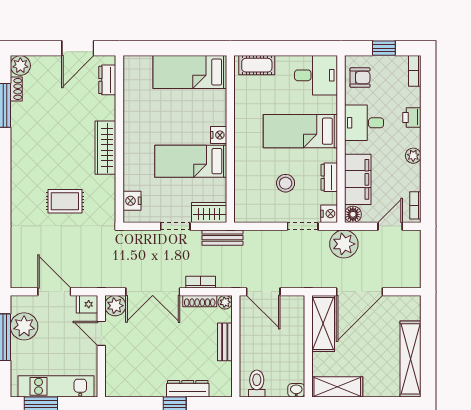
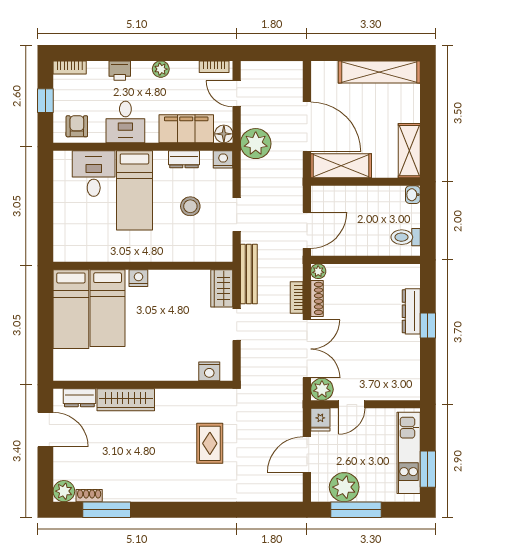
cot: (257, 65) -> (64, 237), removed
desk: (316, 75) -> (94, 174), moved
wardrobe: (105, 148) -> (126, 400), moved
bed: (191, 161) -> (108, 308), moved
doorway: (303, 226) -> (237, 215), moved
bench: (223, 238) -> (249, 274), width x1.36
bench: (225, 342) -> (361, 272), removed

